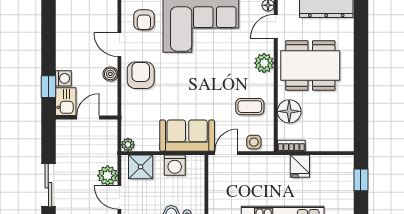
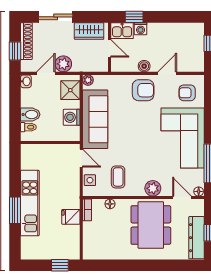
floor lamp: (289, 111) -> (110, 204), width x0.53, depth x0.53
sofa: (187, 136) -> (95, 119), width x1.36
wardrobe: (66, 143) -> (89, 31), added

